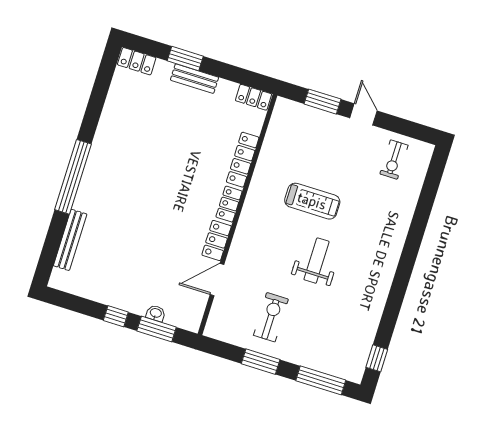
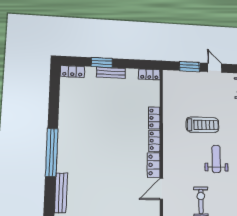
locker: (243, 160) -> (154, 118), width x0.66

